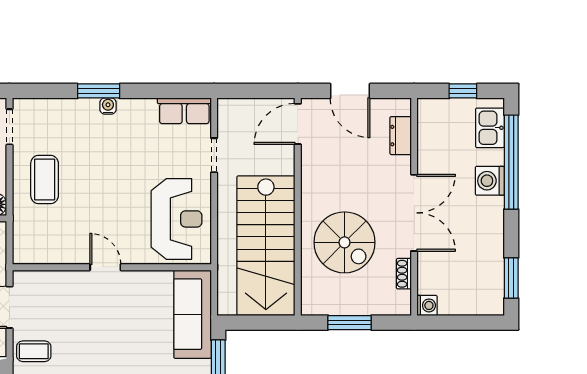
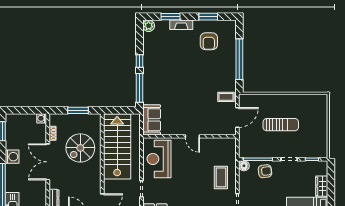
washing machine: (490, 181) -> (12, 157), moved
spiral stairs: (344, 242) -> (80, 148), turned -90
sofa: (193, 314) -> (152, 120), width x0.73

